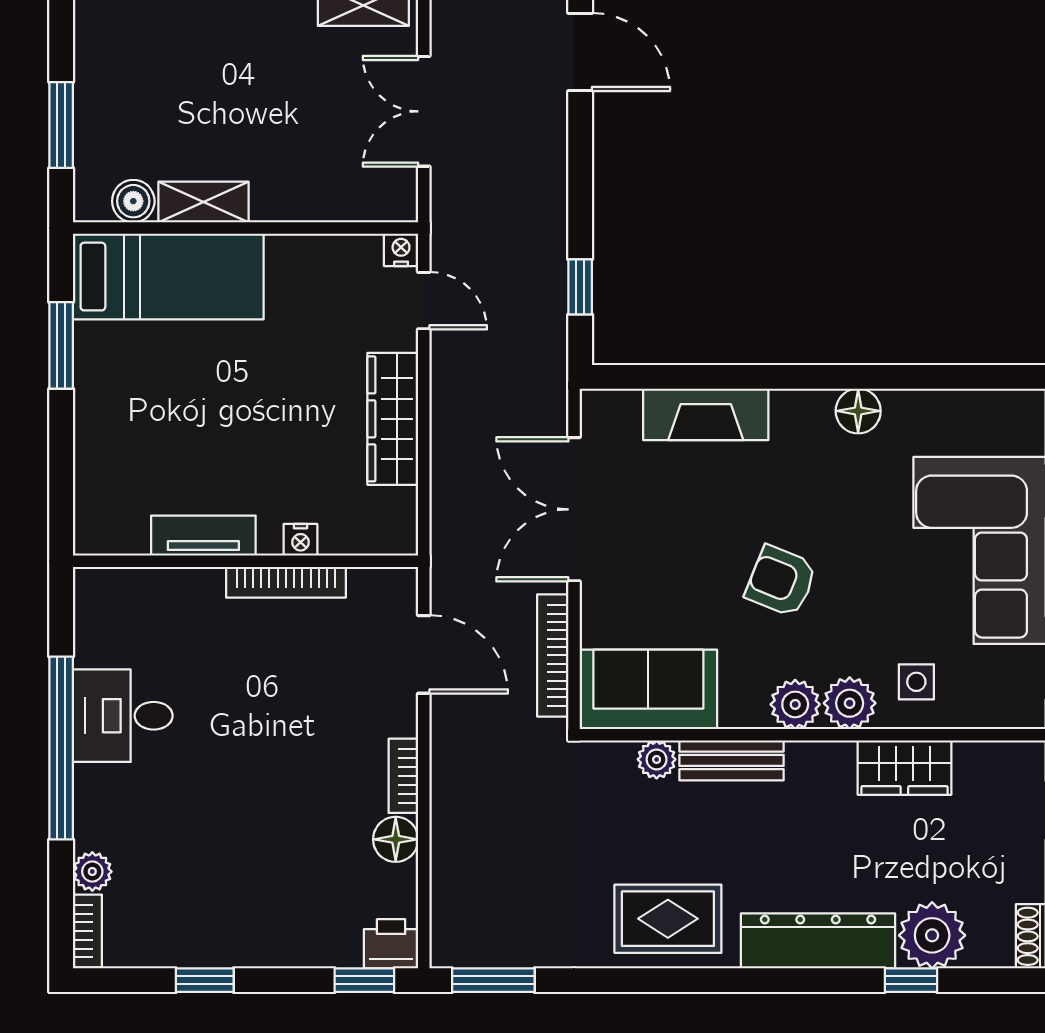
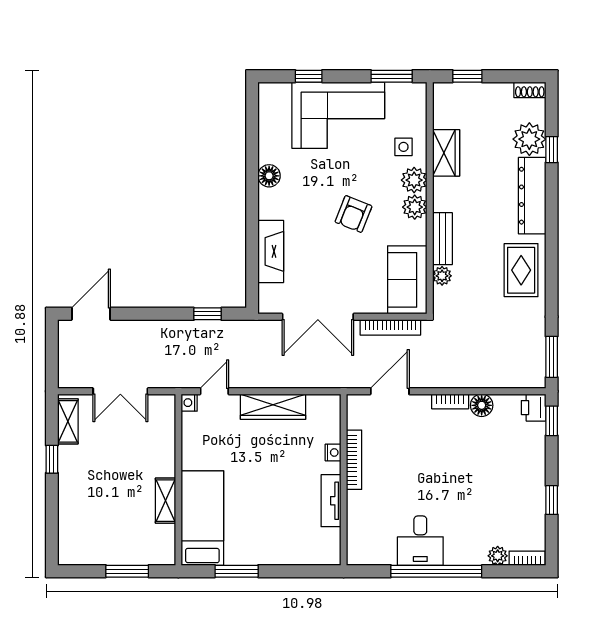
boiler: (133, 201) -> (165, 535), removed

